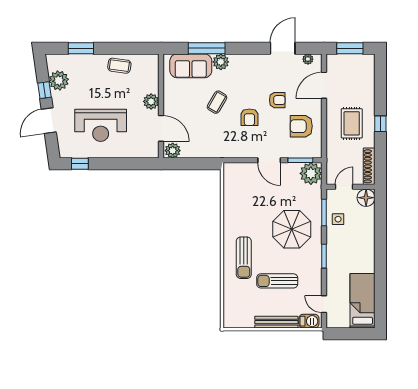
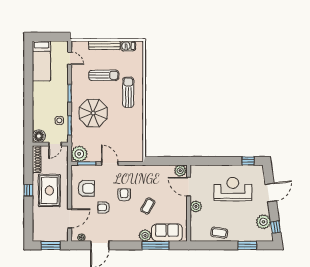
window: (44, 90) -> (276, 227), moved
rug: (352, 123) -> (49, 190), width x1.36, depth x1.43
barbecue: (309, 321) -> (128, 46), moved

